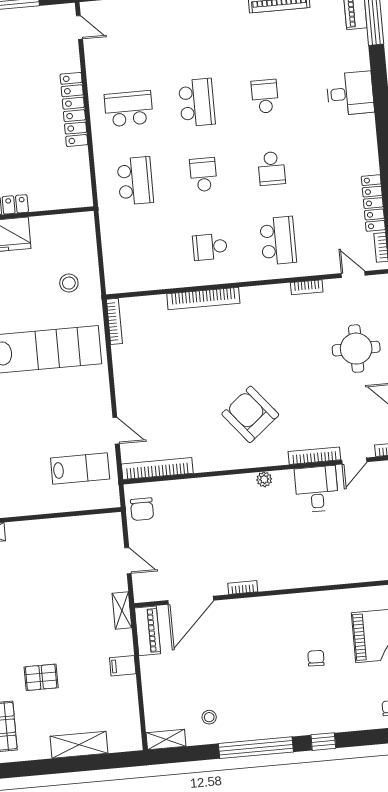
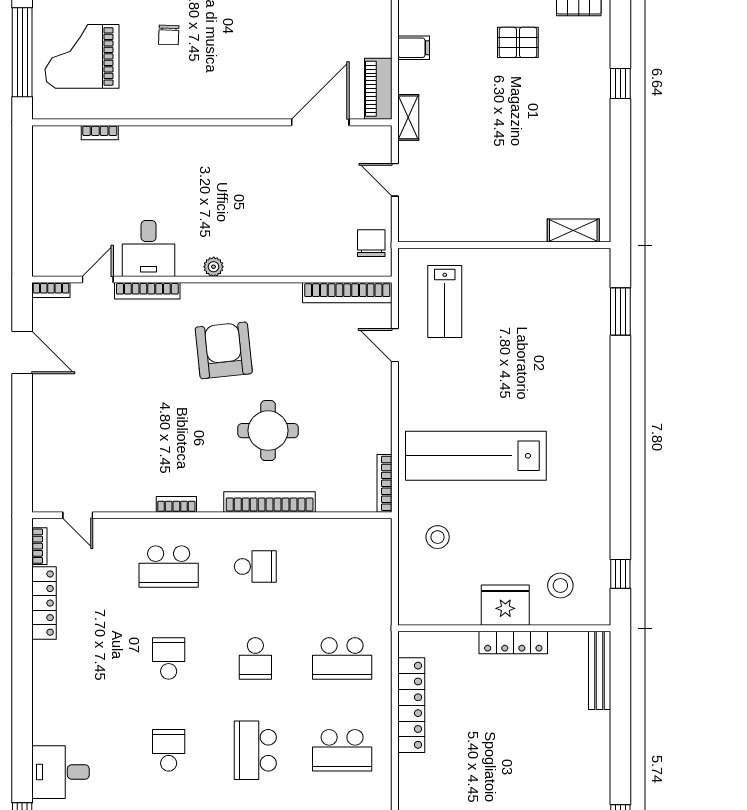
desk: (350, 93) -> (61, 772), moved
school desk: (265, 96) -> (169, 750), turned 180
locker: (74, 109) -> (411, 705), moved
school desk: (135, 181) -> (342, 658), turned -90
school desk: (278, 241) -> (169, 567), turned -90
bookcase: (307, 287) -> (176, 504), moved
round table: (356, 349) -> (268, 431), moved
armchair: (250, 414) -> (224, 350), turned -147
lab bench: (80, 469) -> (445, 301), turned -90
bookcase: (243, 587) -> (100, 133), moved

